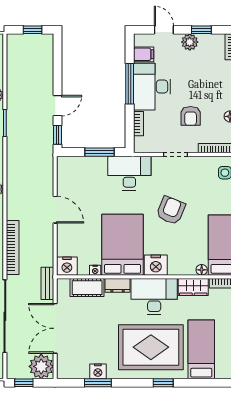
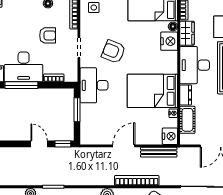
armchair: (171, 210) -> (113, 52), moved
bookcase: (13, 247) -> (137, 180), moved
nightstand: (156, 265) -> (169, 41), moved
bench: (47, 283) -> (159, 152), moved, width x1.36

